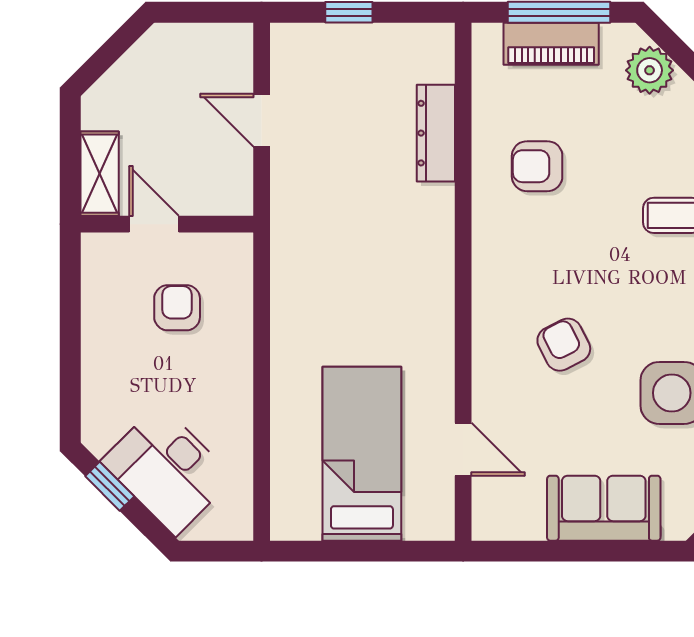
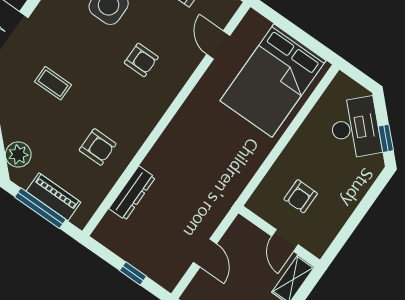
armchair: (564, 345) -> (141, 60), turned -63
bed: (362, 454) -> (273, 81), width x1.50

